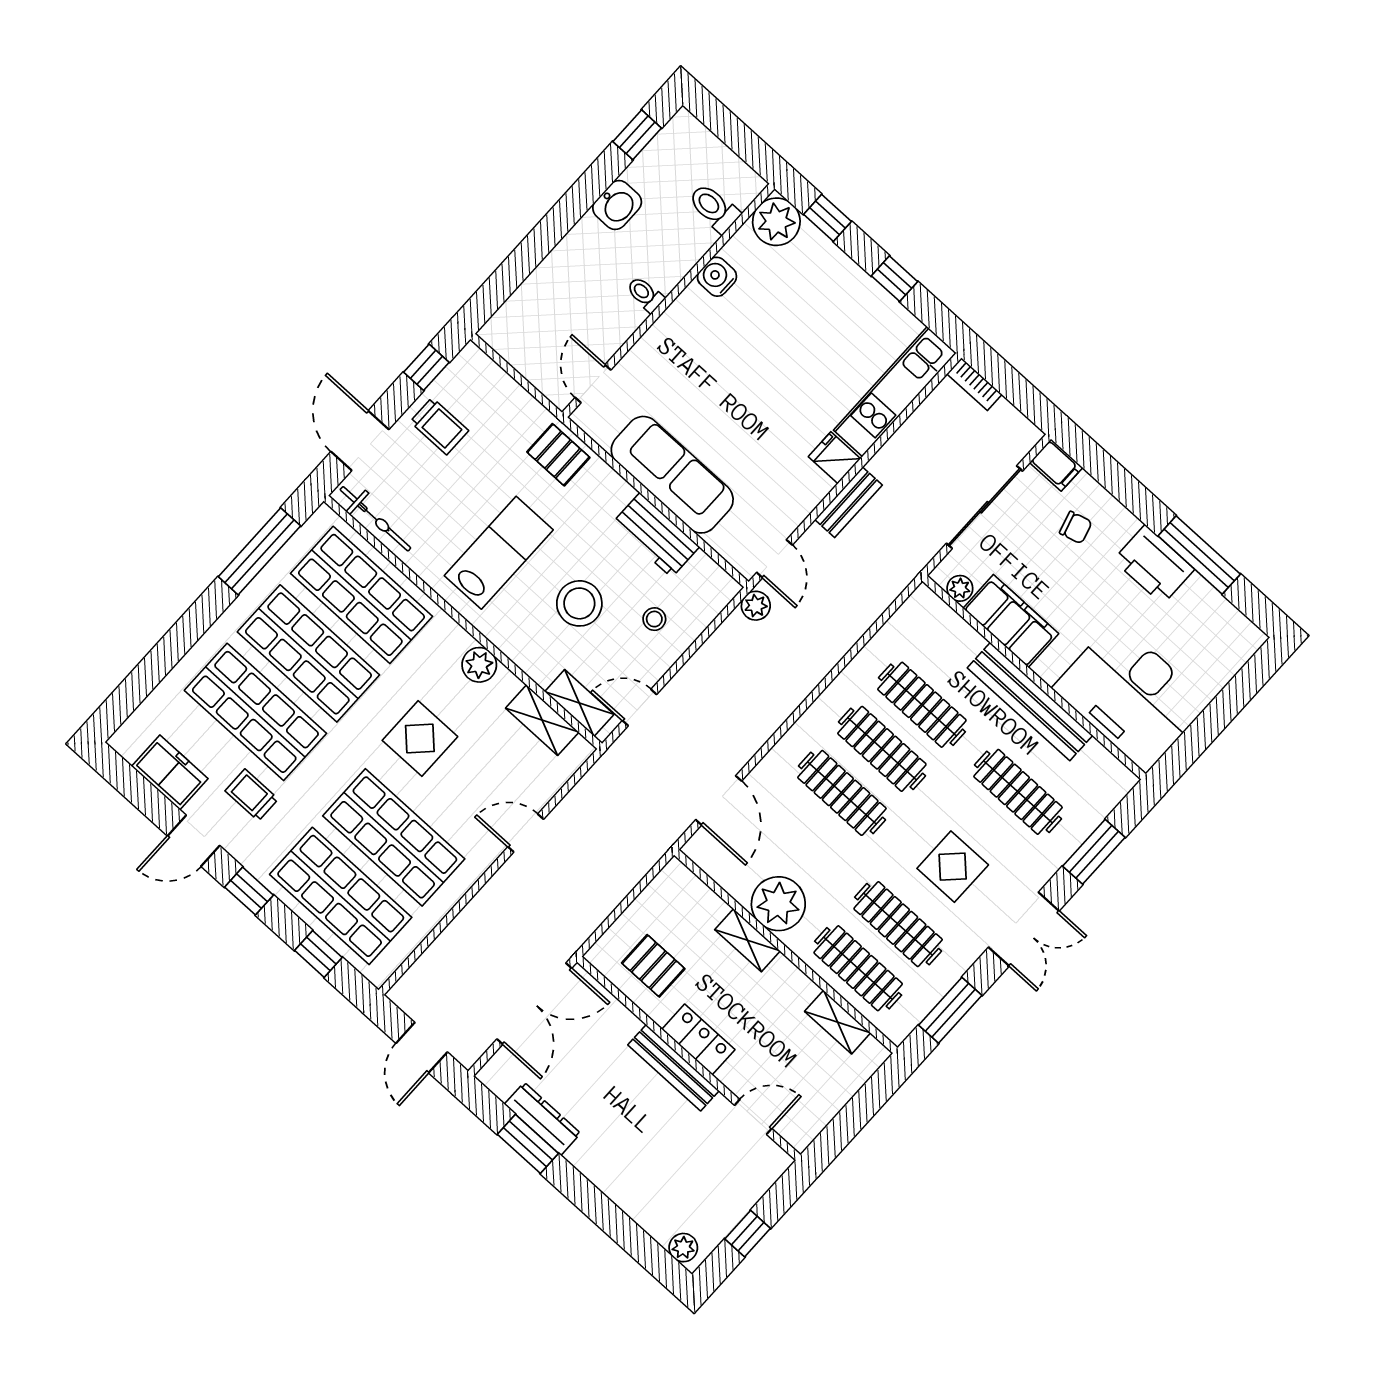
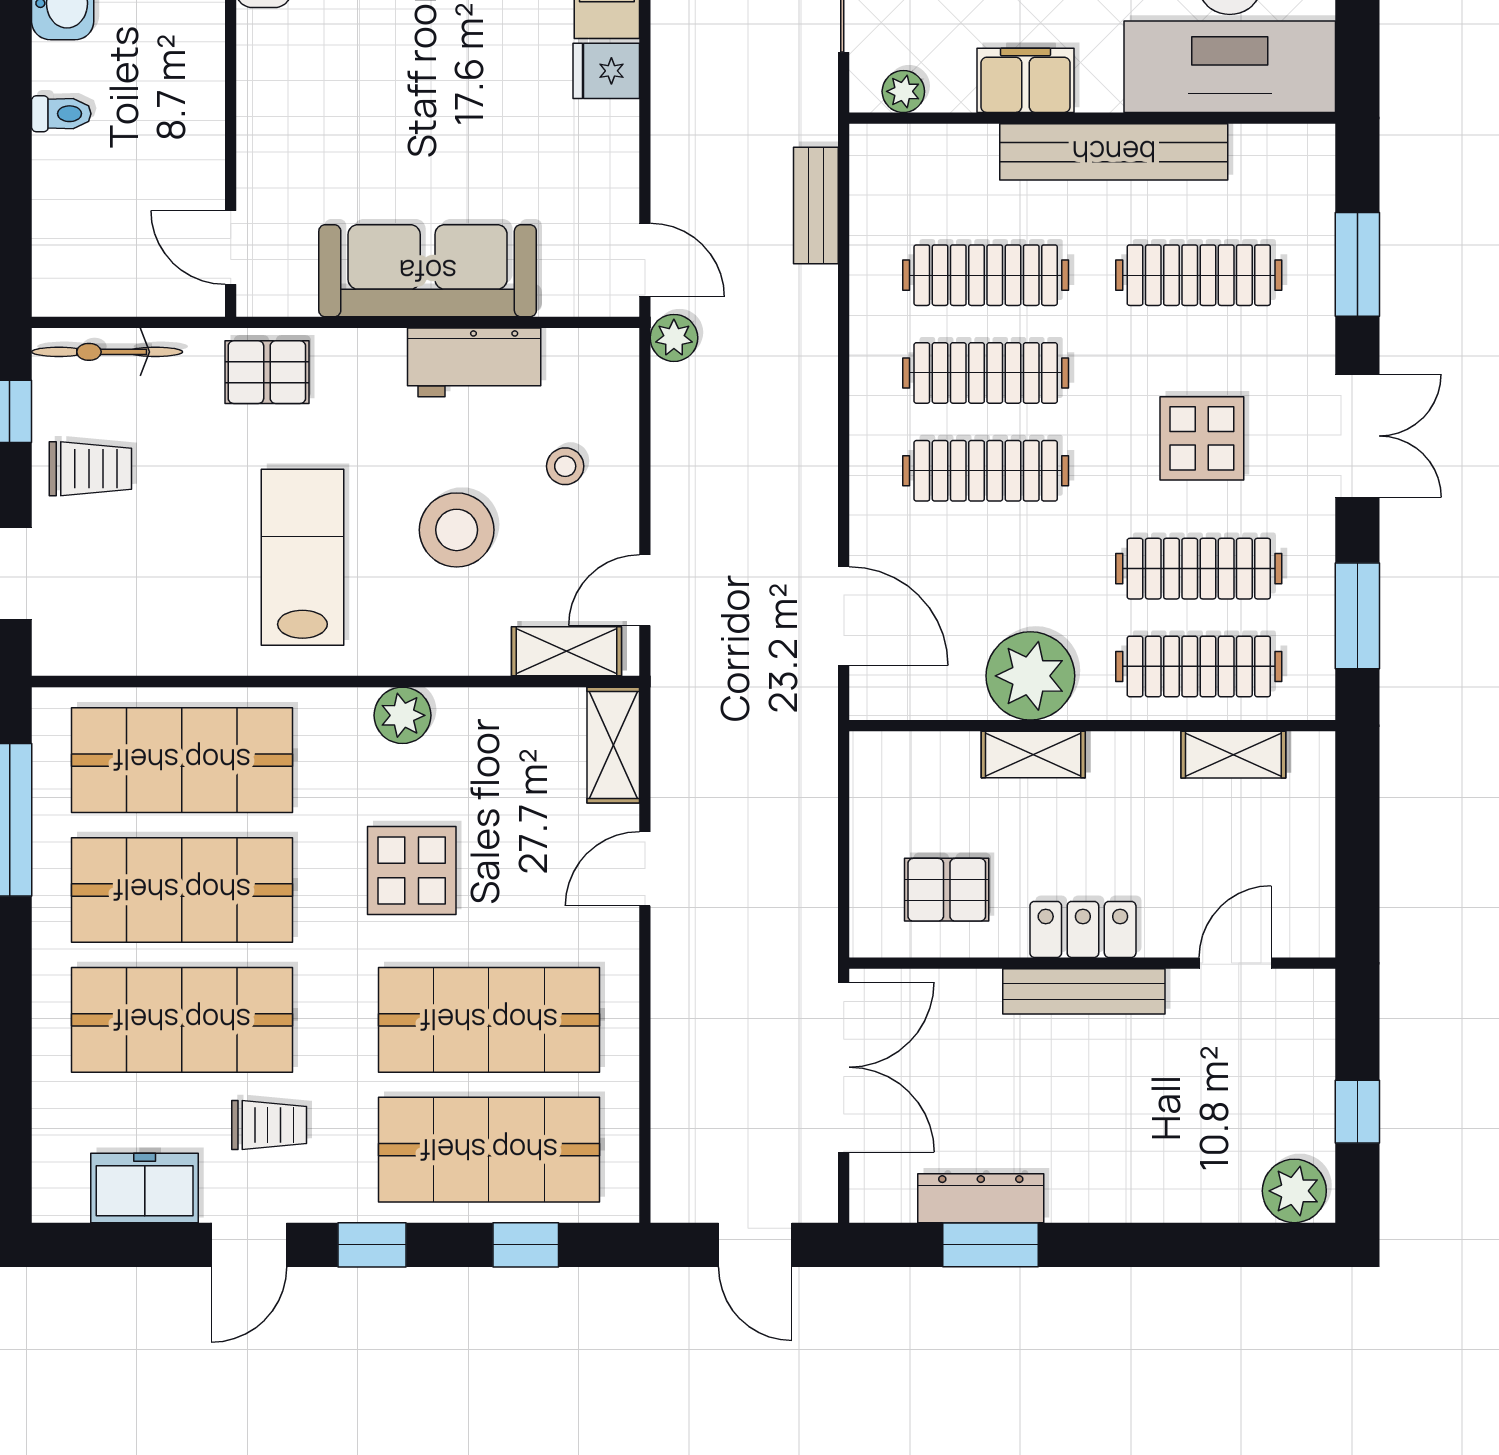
toilet: (645, 294) -> (61, 114), moved, turned 180
bench: (849, 502) -> (816, 206), moved
bicycle: (375, 519) -> (107, 352), moved, turned 180
filing cabinet: (1011, 621) -> (1025, 80), width x0.67, depth x0.86
shelving: (542, 720) -> (613, 745), moved, turned 90
trolley: (252, 795) -> (269, 1125), turned 180
plant: (683, 1248) -> (1294, 1191), width x1.38, depth x1.38

